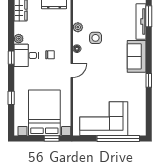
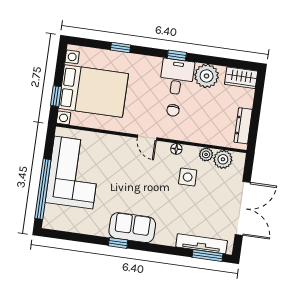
plant: (80, 15) -> (223, 159), added
plant: (19, 39) -> (207, 76), width x1.88, depth x1.88
sofa: (137, 56) -> (132, 228), moved

